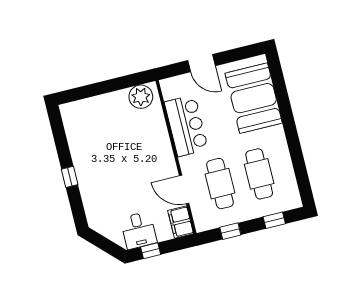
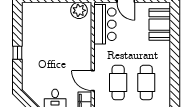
booth: (254, 98) -> (160, 25), width x0.73, depth x0.70
bar counter: (186, 126) -> (105, 24), moved

